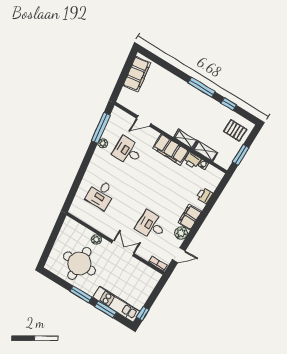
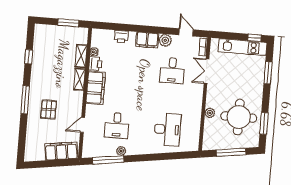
filing cabinet: (137, 74) -> (61, 151), moved
window: (202, 87) -> (25, 100), moved
door: (144, 121) -> (82, 125), swing flipped
pallet: (235, 130) -> (49, 109), moved
desk: (101, 194) -> (167, 129), width x1.37
window: (52, 241) -> (231, 152), added
double door: (123, 248) -> (207, 71), moved
window: (81, 294) -> (264, 123), moved
kitchen unit: (116, 304) -> (243, 47), moved, turned -90

